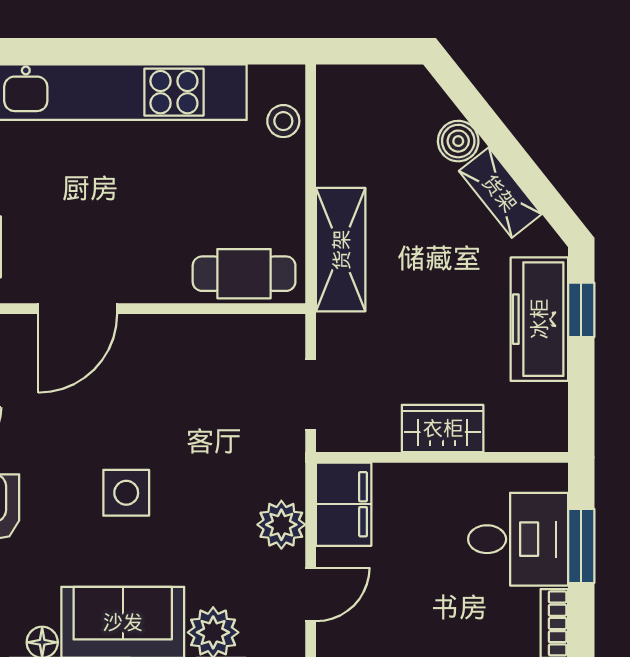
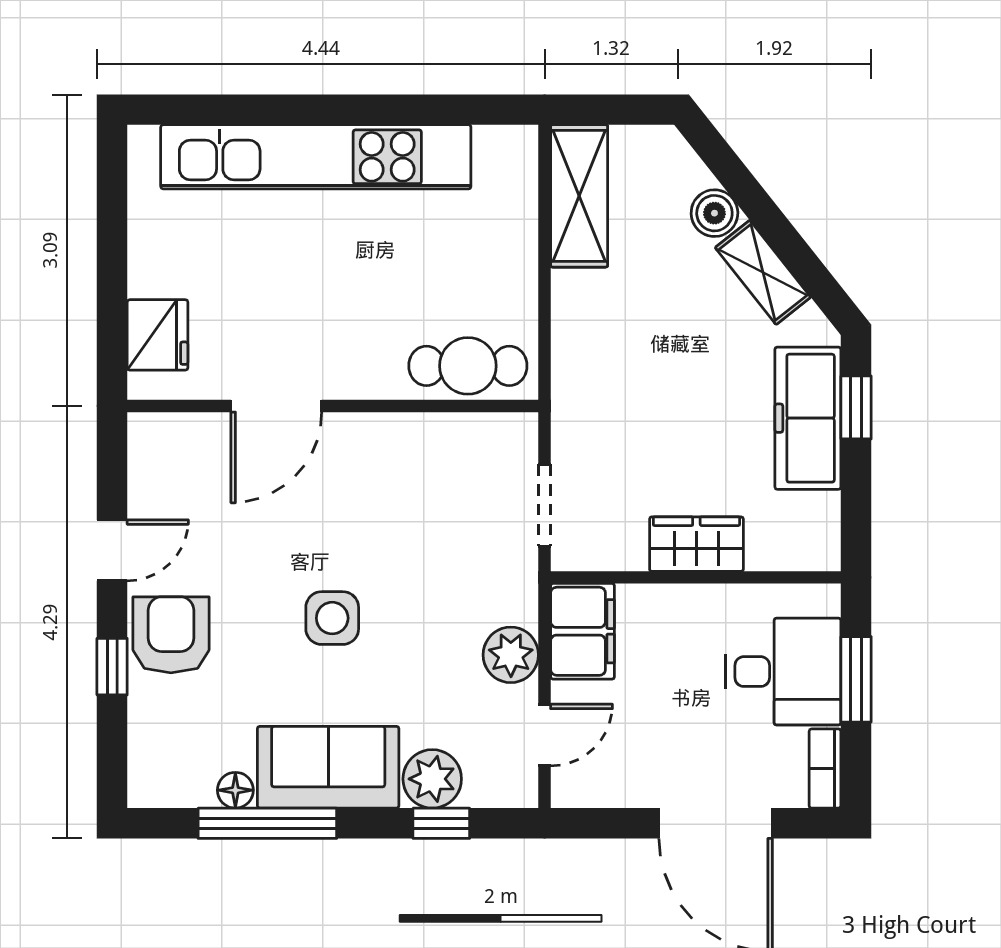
stool: (283, 121) -> (513, 190), removed
shelving: (341, 250) -> (579, 196), moved

